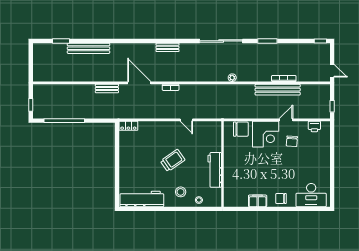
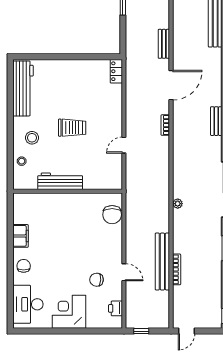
corner desk: (266, 134) -> (69, 312), moved, turned 90
trolley: (173, 160) -> (72, 128), turned -55

